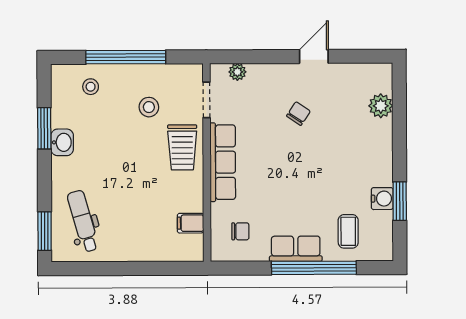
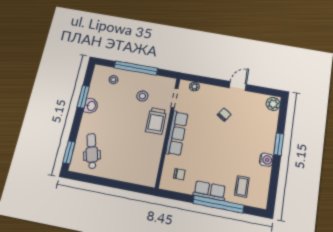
plant: (381, 106) -> (273, 104), moved
water cooler: (382, 199) -> (266, 160), moved
window: (400, 201) -> (279, 144), moved
filing cabinet: (190, 223) -> (152, 164), removed

